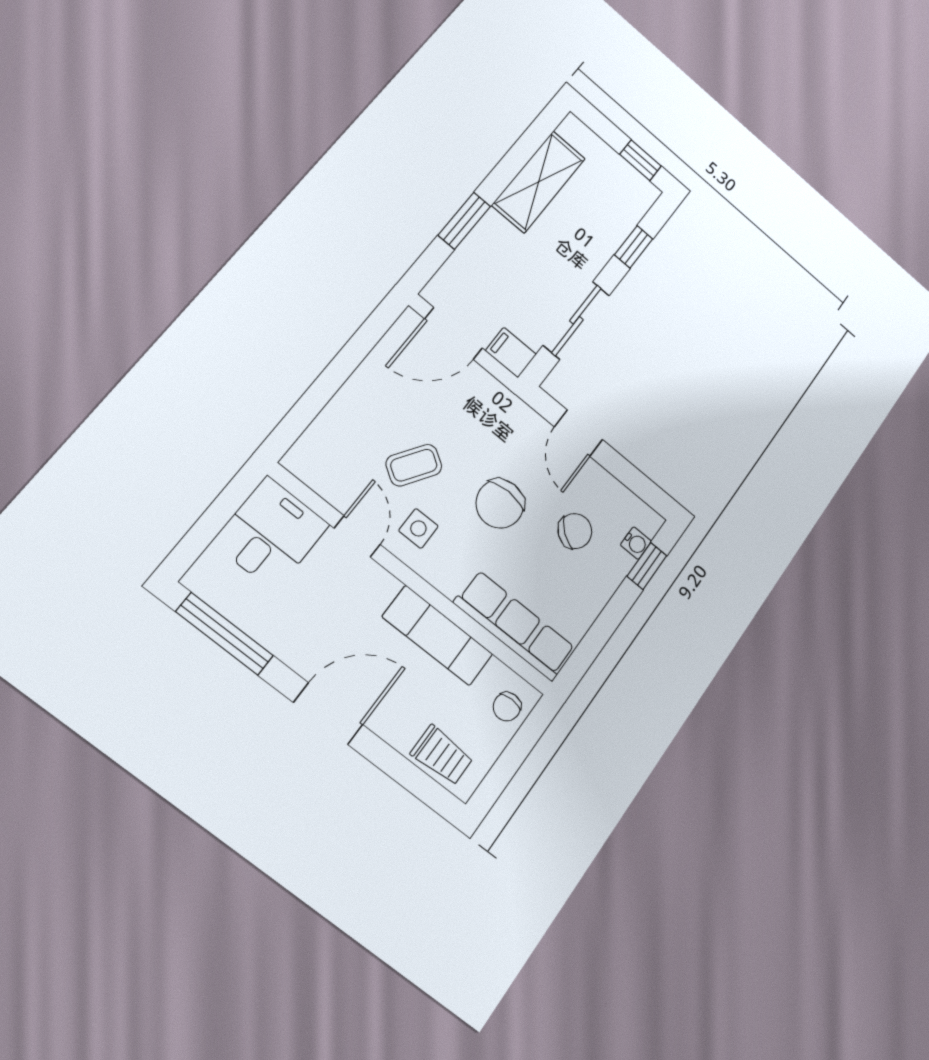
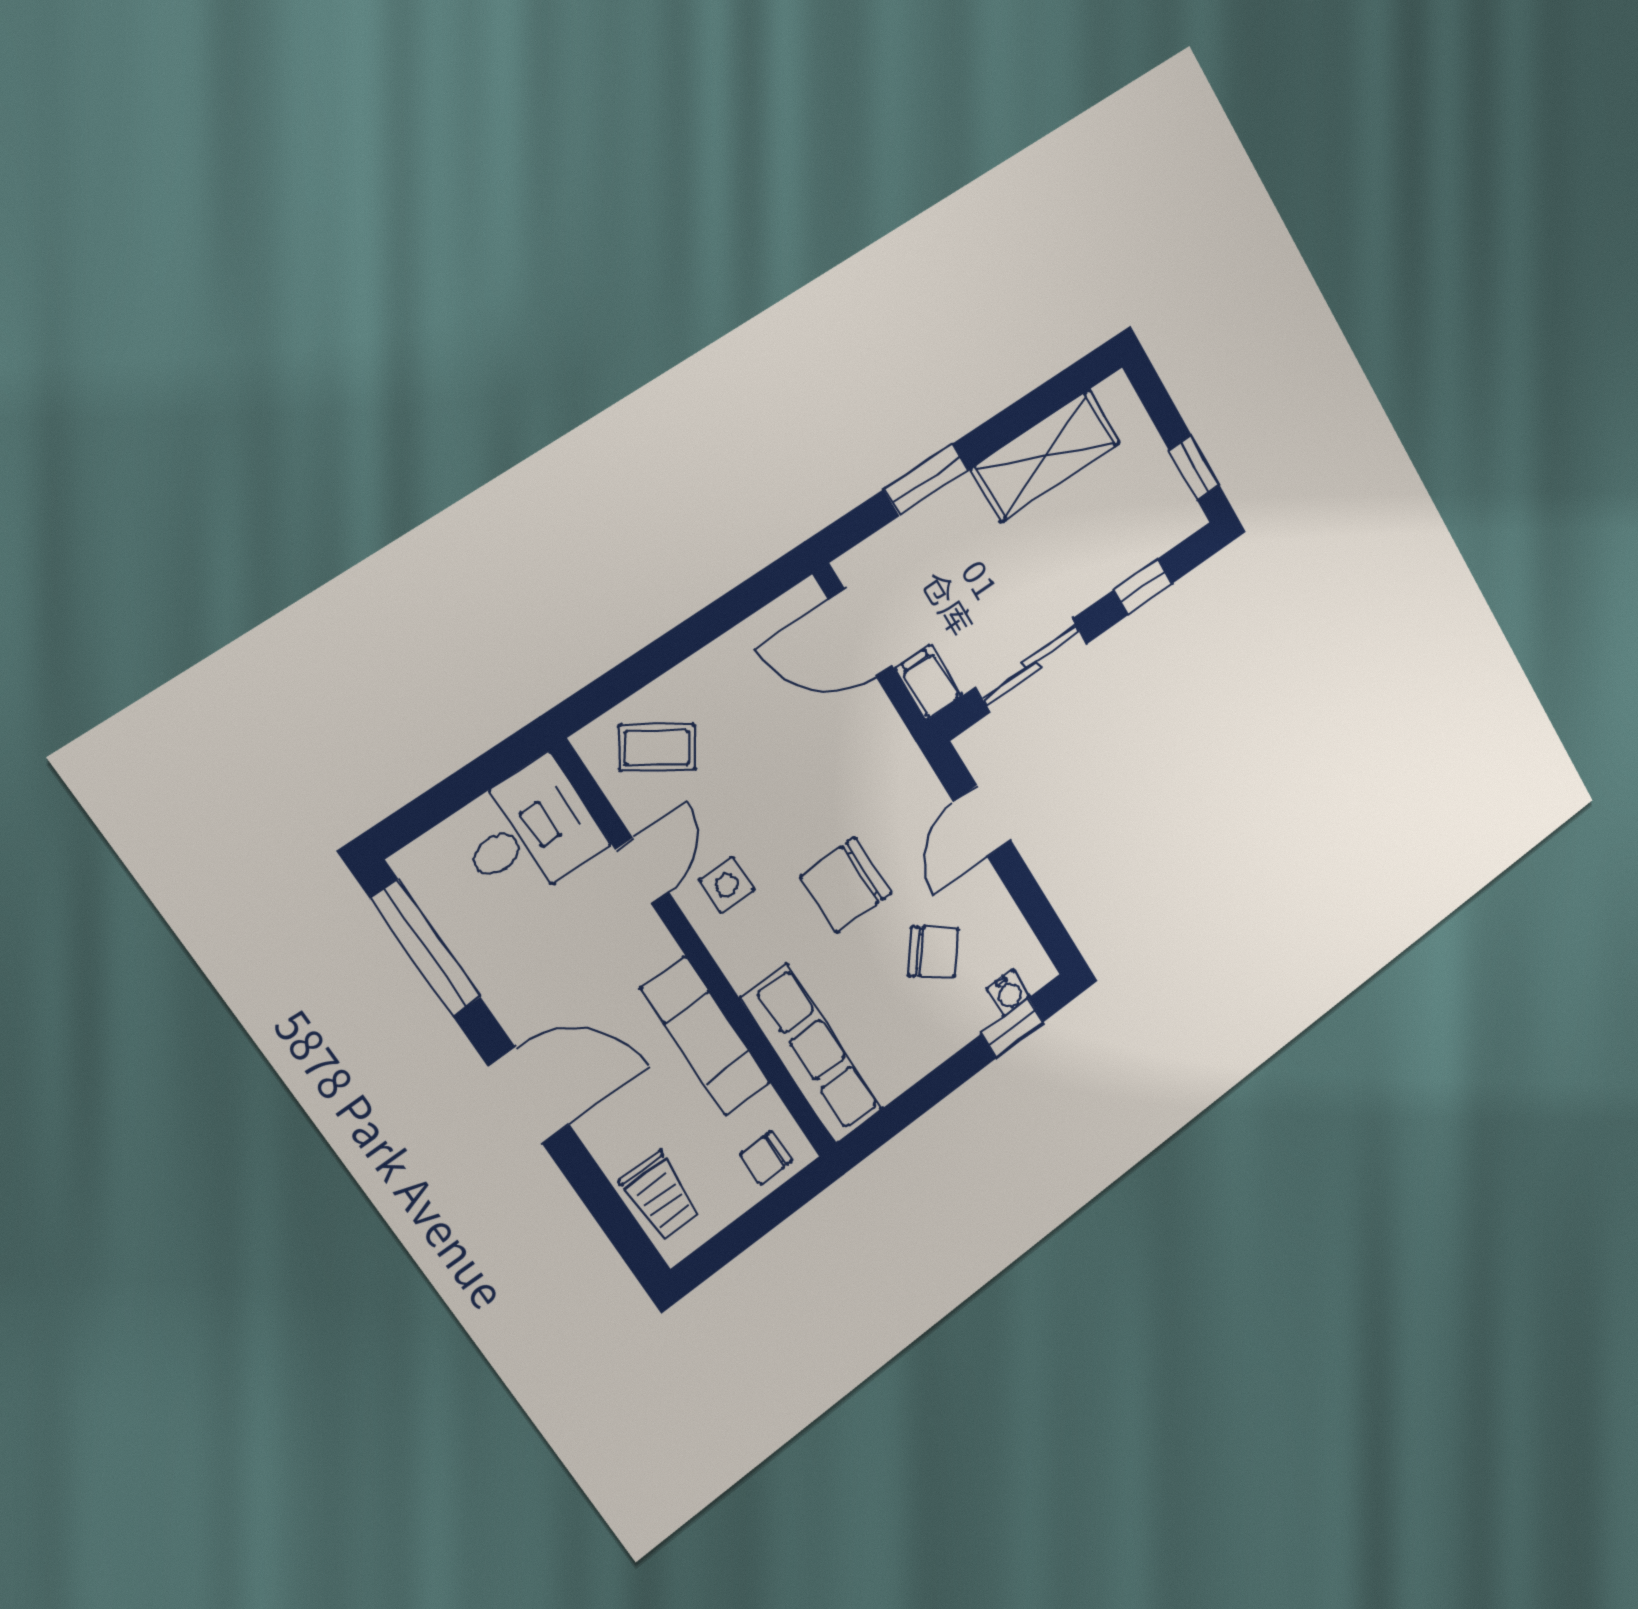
coffee table: (414, 465) -> (657, 748), moved

